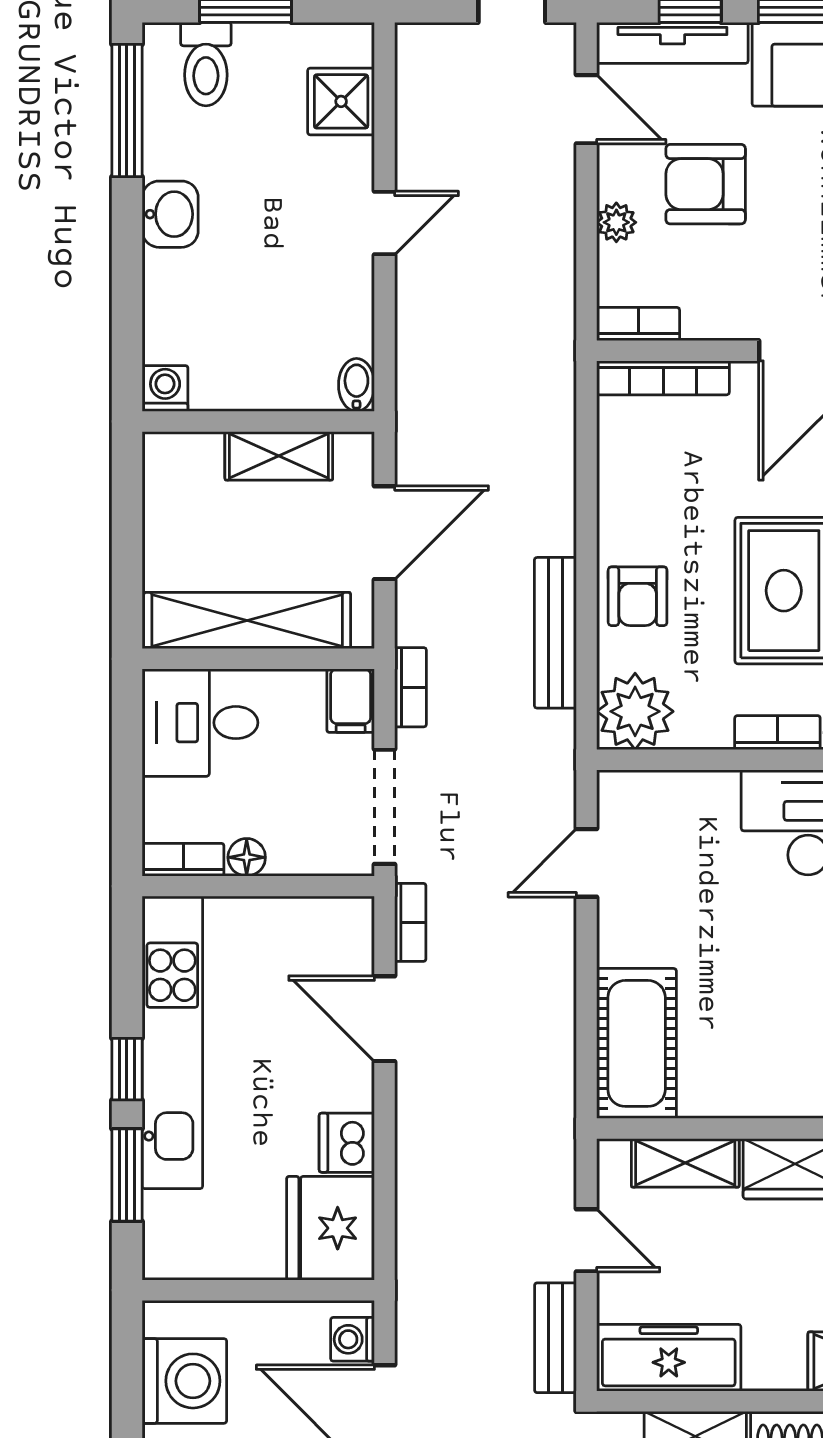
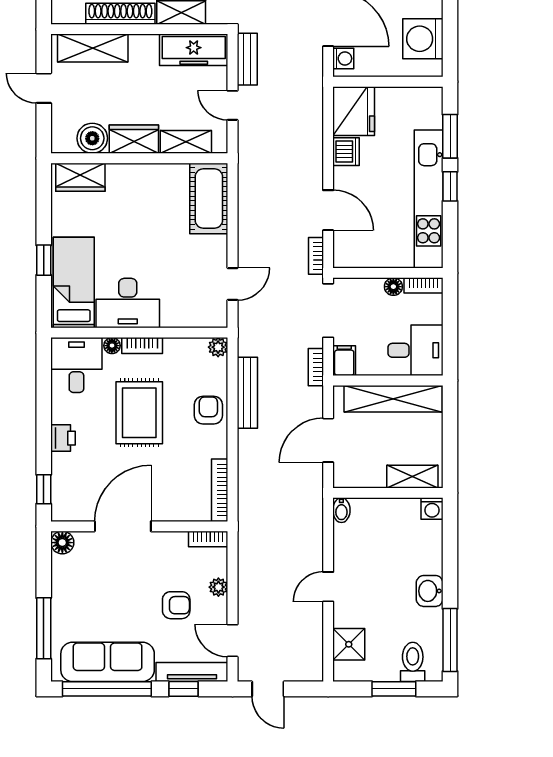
armchair: (706, 184) -> (176, 605), width x0.72, depth x0.72
bookcase: (663, 378) -> (220, 490), moved, turned -90
shelving: (279, 456) -> (412, 477), moved
plant: (635, 711) -> (218, 347), width x0.53, depth x0.53

